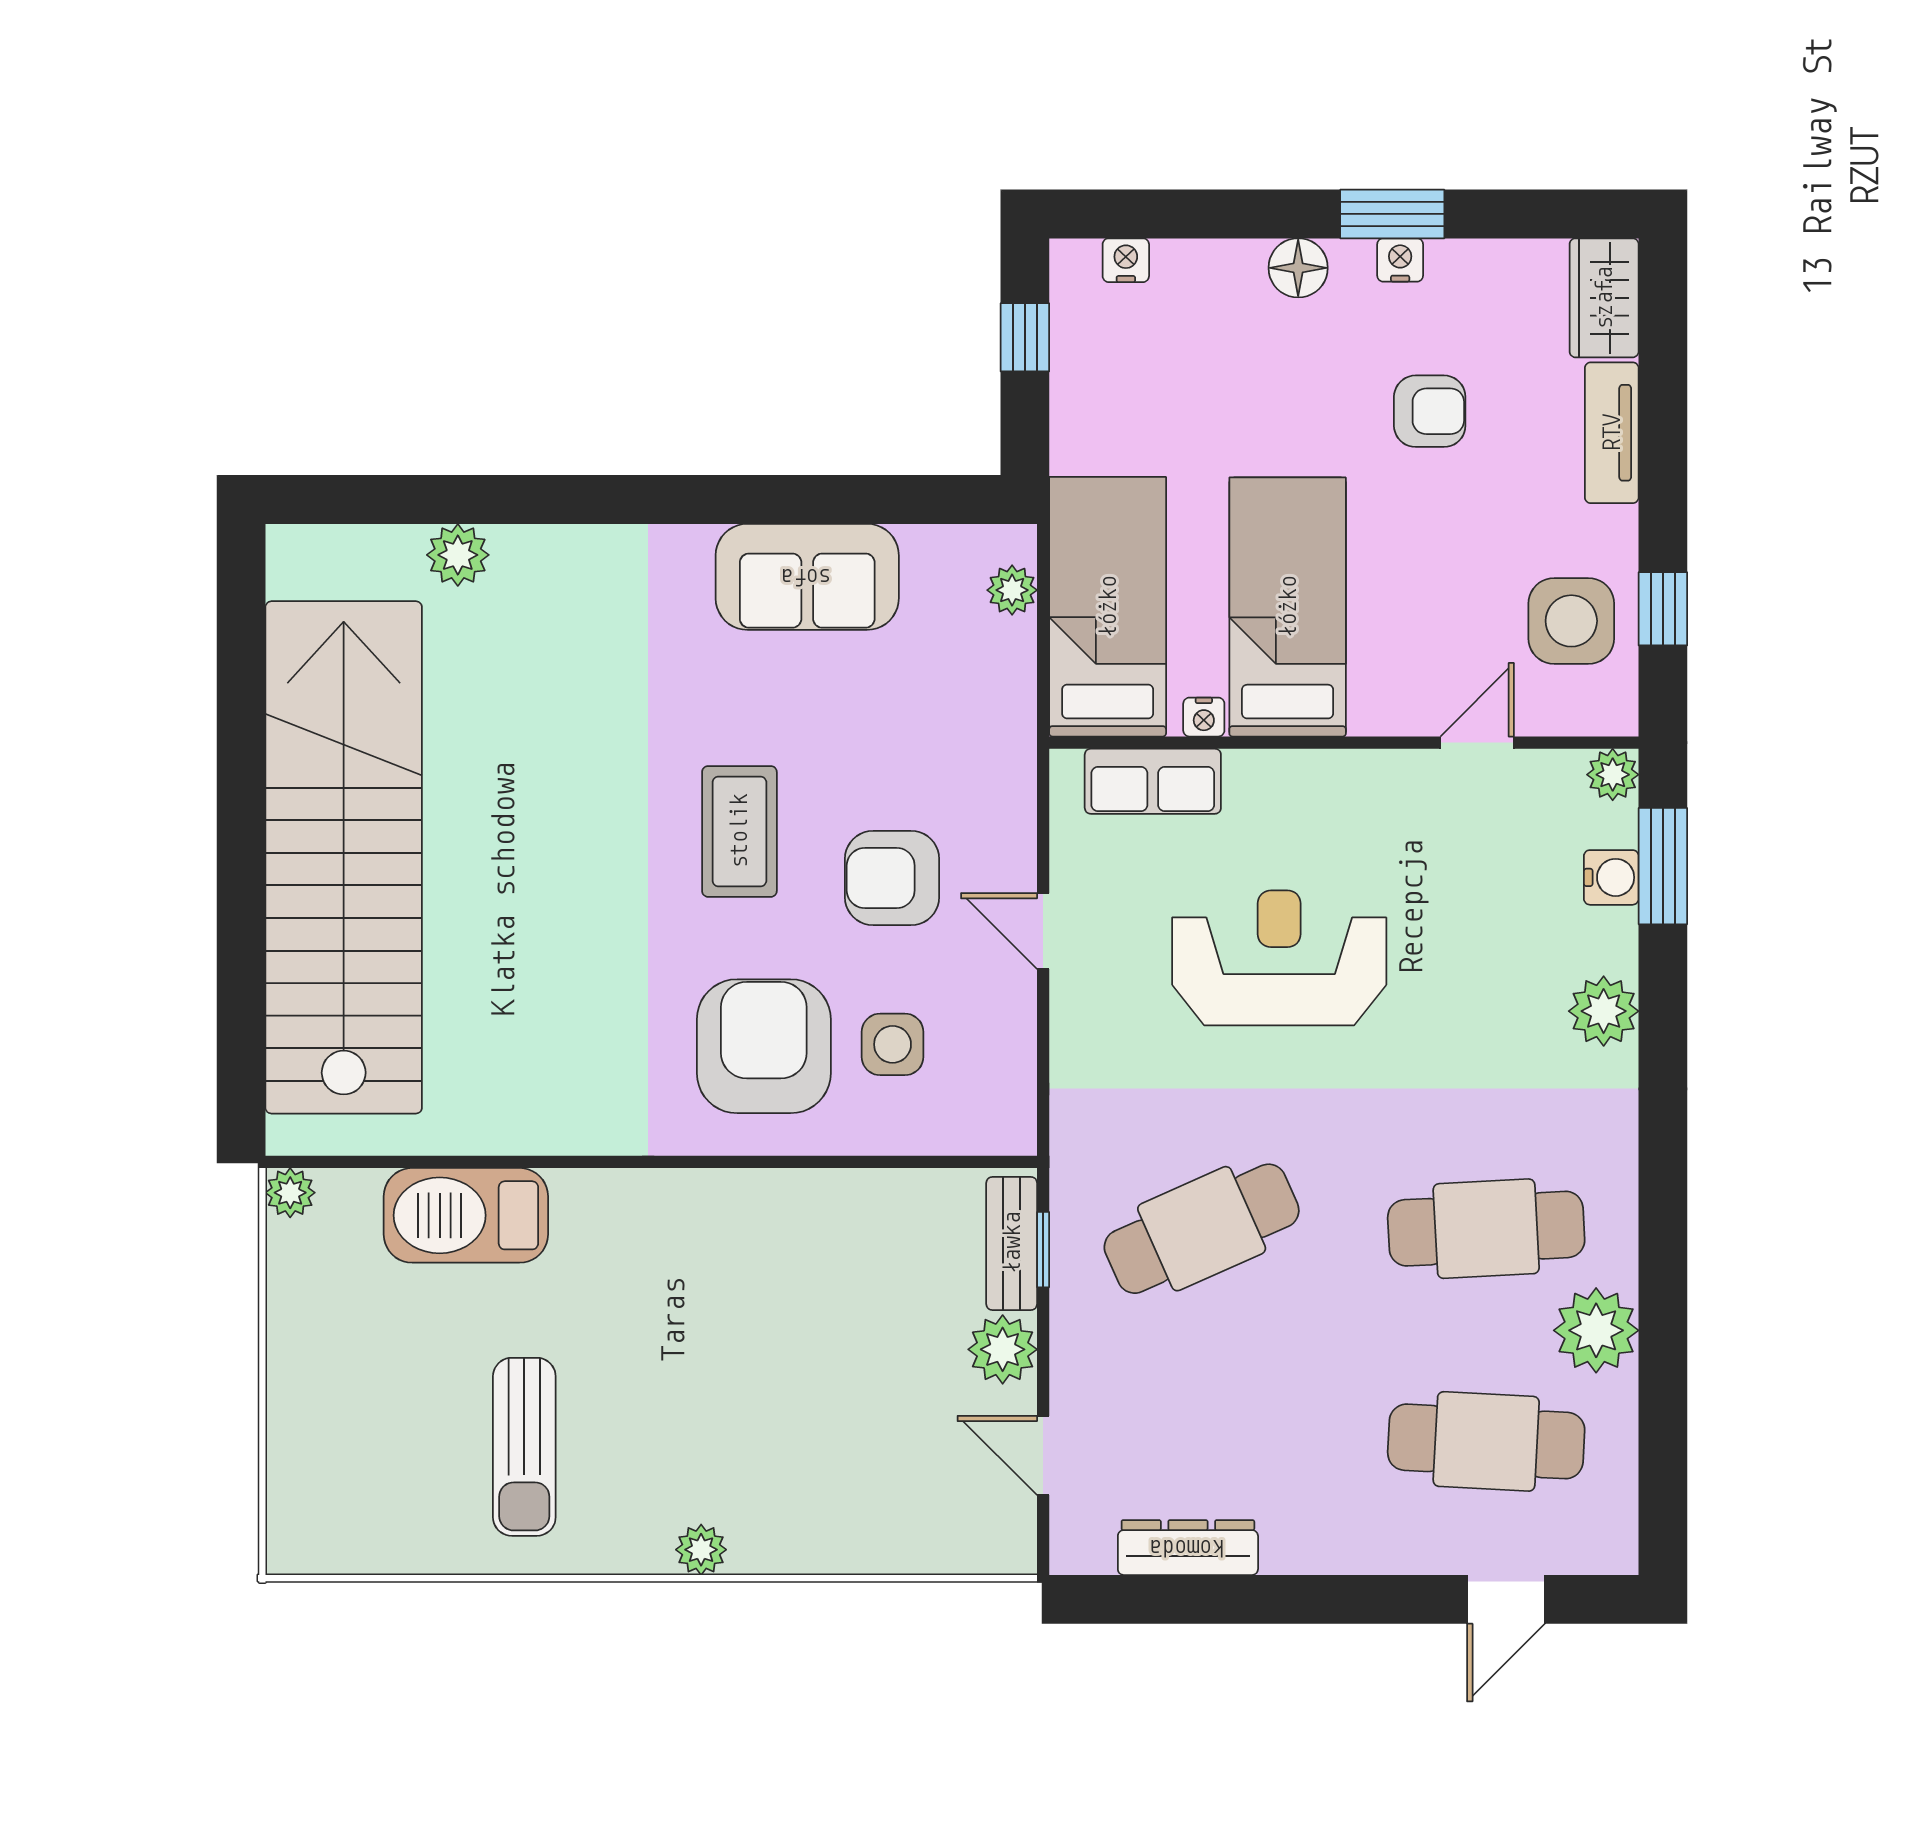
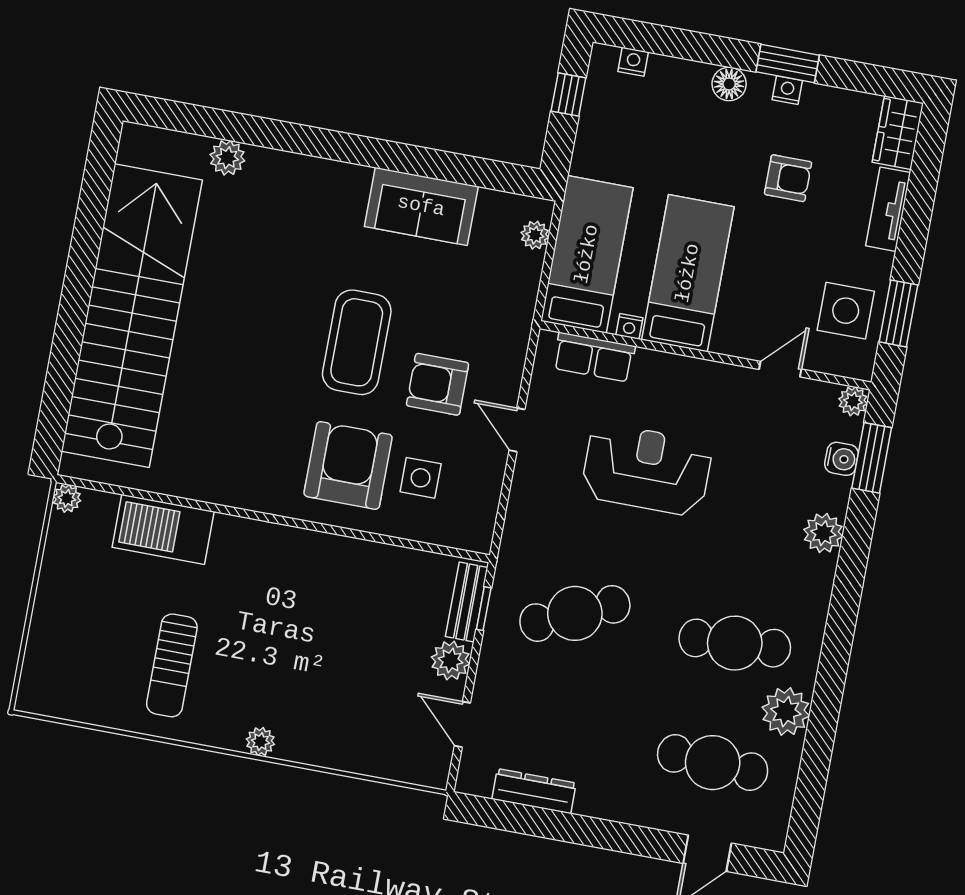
window: (1663, 609) -> (898, 313), width x1.50
coffee table: (739, 831) -> (357, 342), width x1.36, depth x1.32

